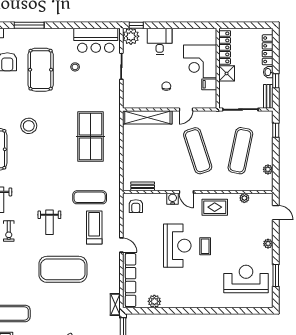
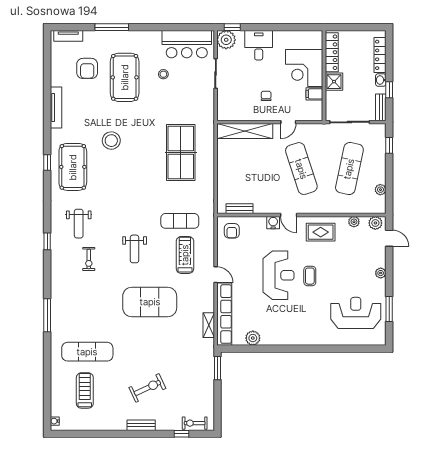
plant: (263, 199) -> (375, 223), added
shelving: (115, 305) -> (209, 325), moved

